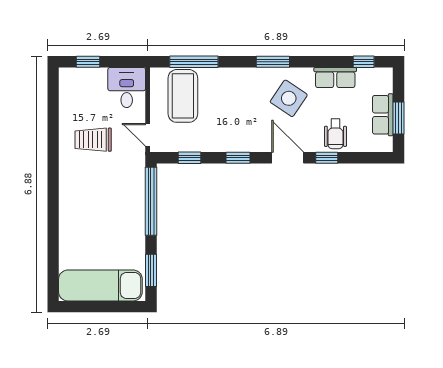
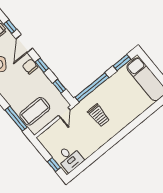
desk: (127, 88) -> (70, 158), moved, turned -90
trolley: (93, 140) -> (99, 115), moved
chair: (250, 140) -> (30, 67), added

